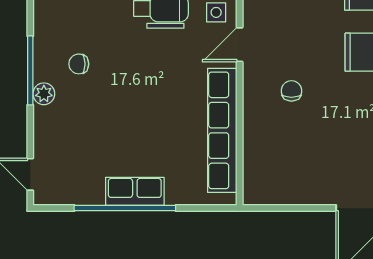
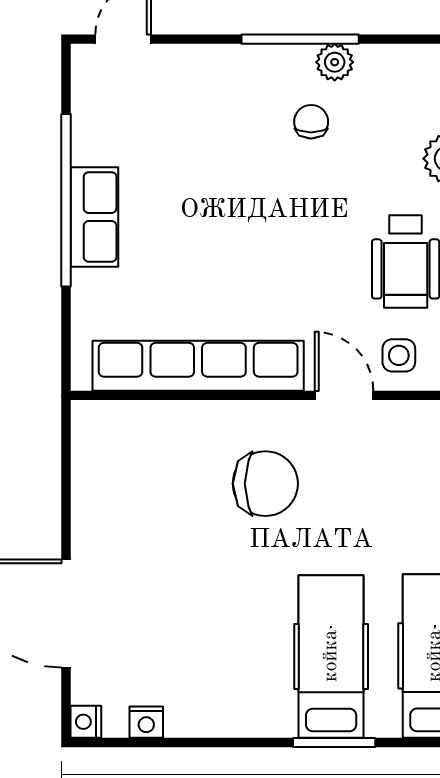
chair: (291, 91) -> (265, 484), width x1.87, depth x1.87
plant: (44, 94) -> (335, 62), moved

